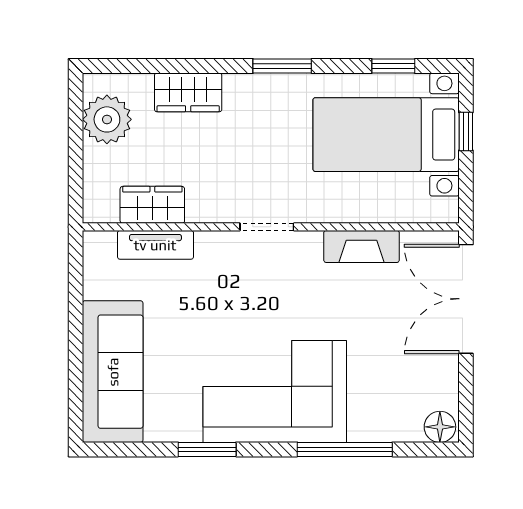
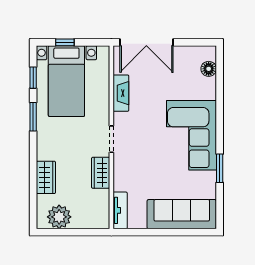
window: (282, 66) -> (33, 117), moved
wardrobe: (152, 205) -> (101, 173), moved
tv unit: (155, 245) -> (120, 210), moved
floor lamp: (440, 427) -> (209, 69), moved
window: (345, 449) -> (220, 101), removed

